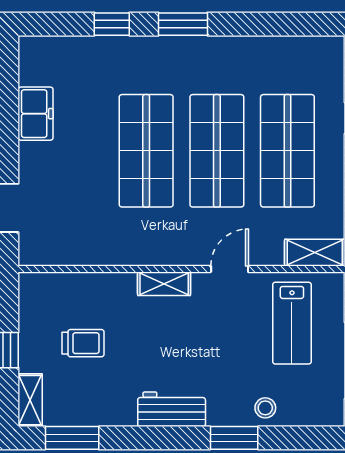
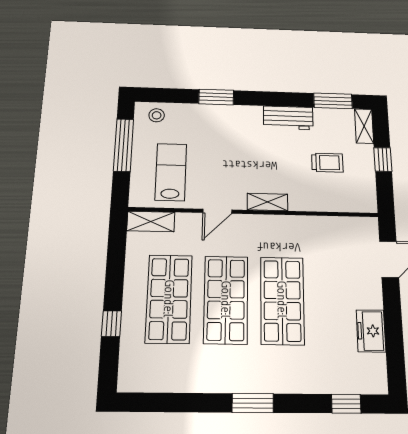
window: (112, 24) -> (346, 404), moved
trolley: (83, 343) -> (327, 163), turned 180
stool: (265, 408) -> (157, 115), moved
workbench: (172, 409) -> (288, 118), moved

